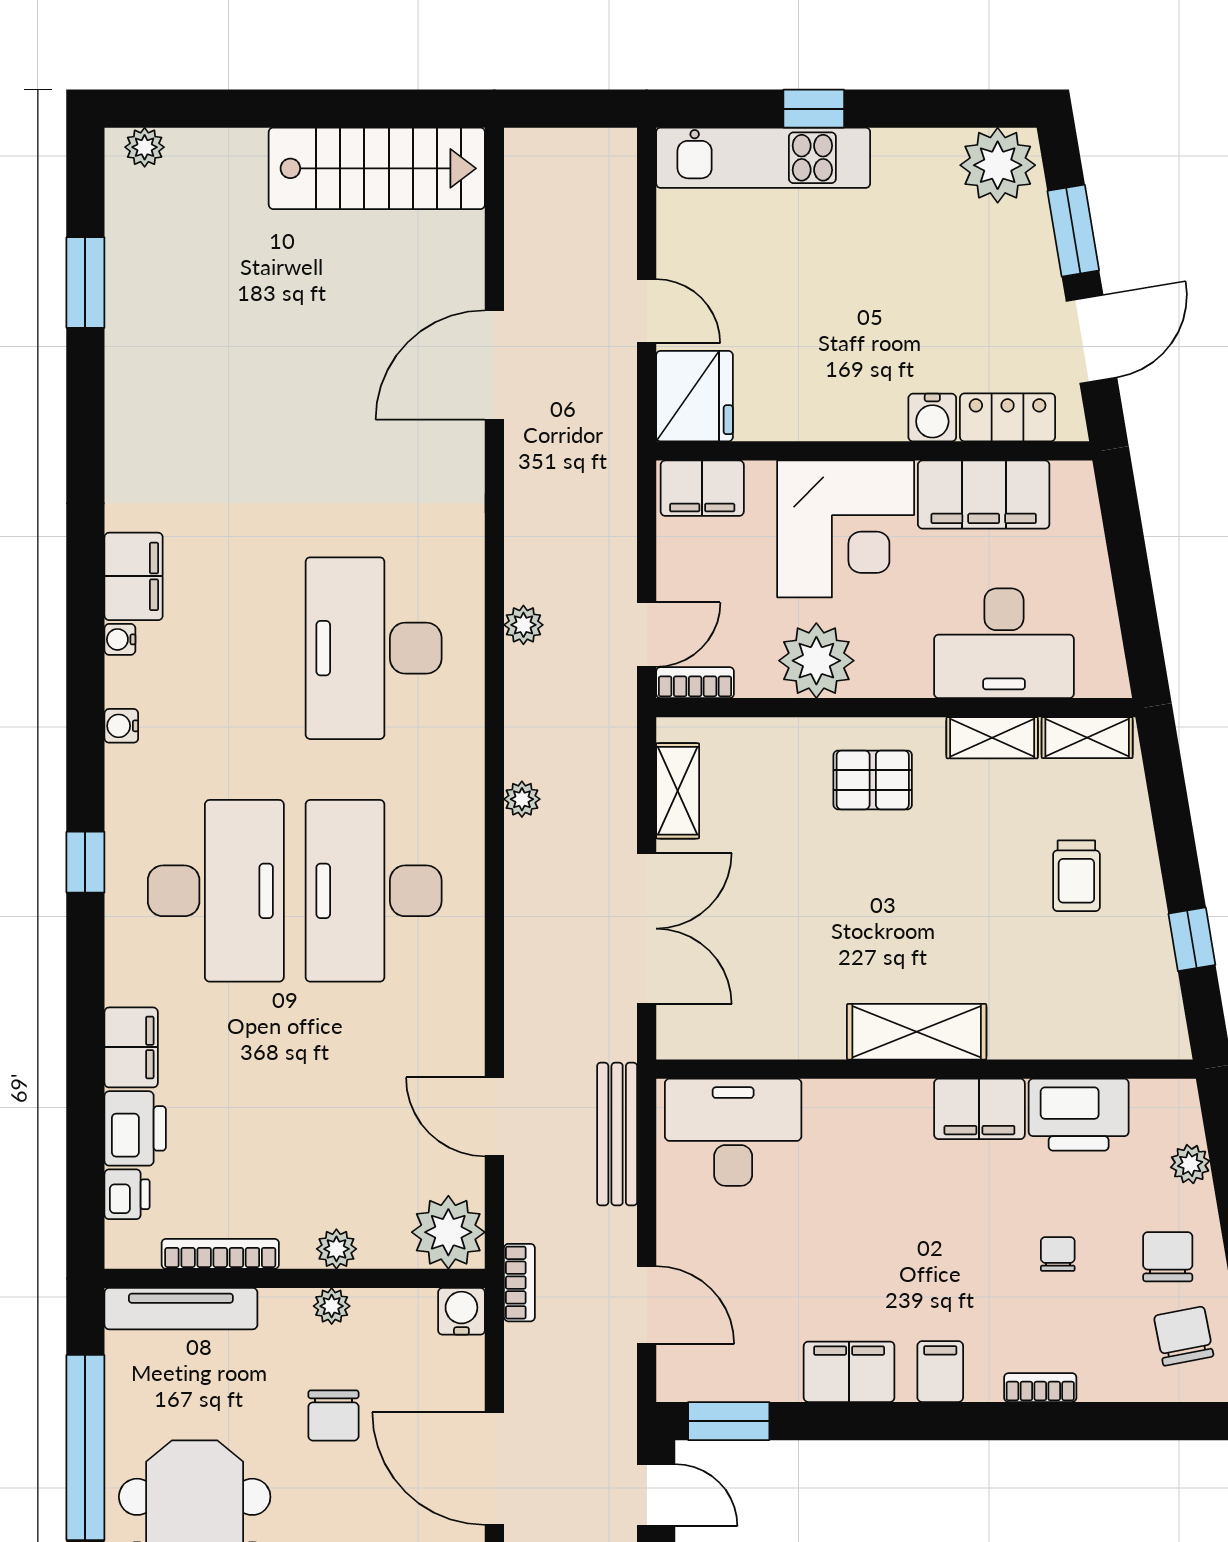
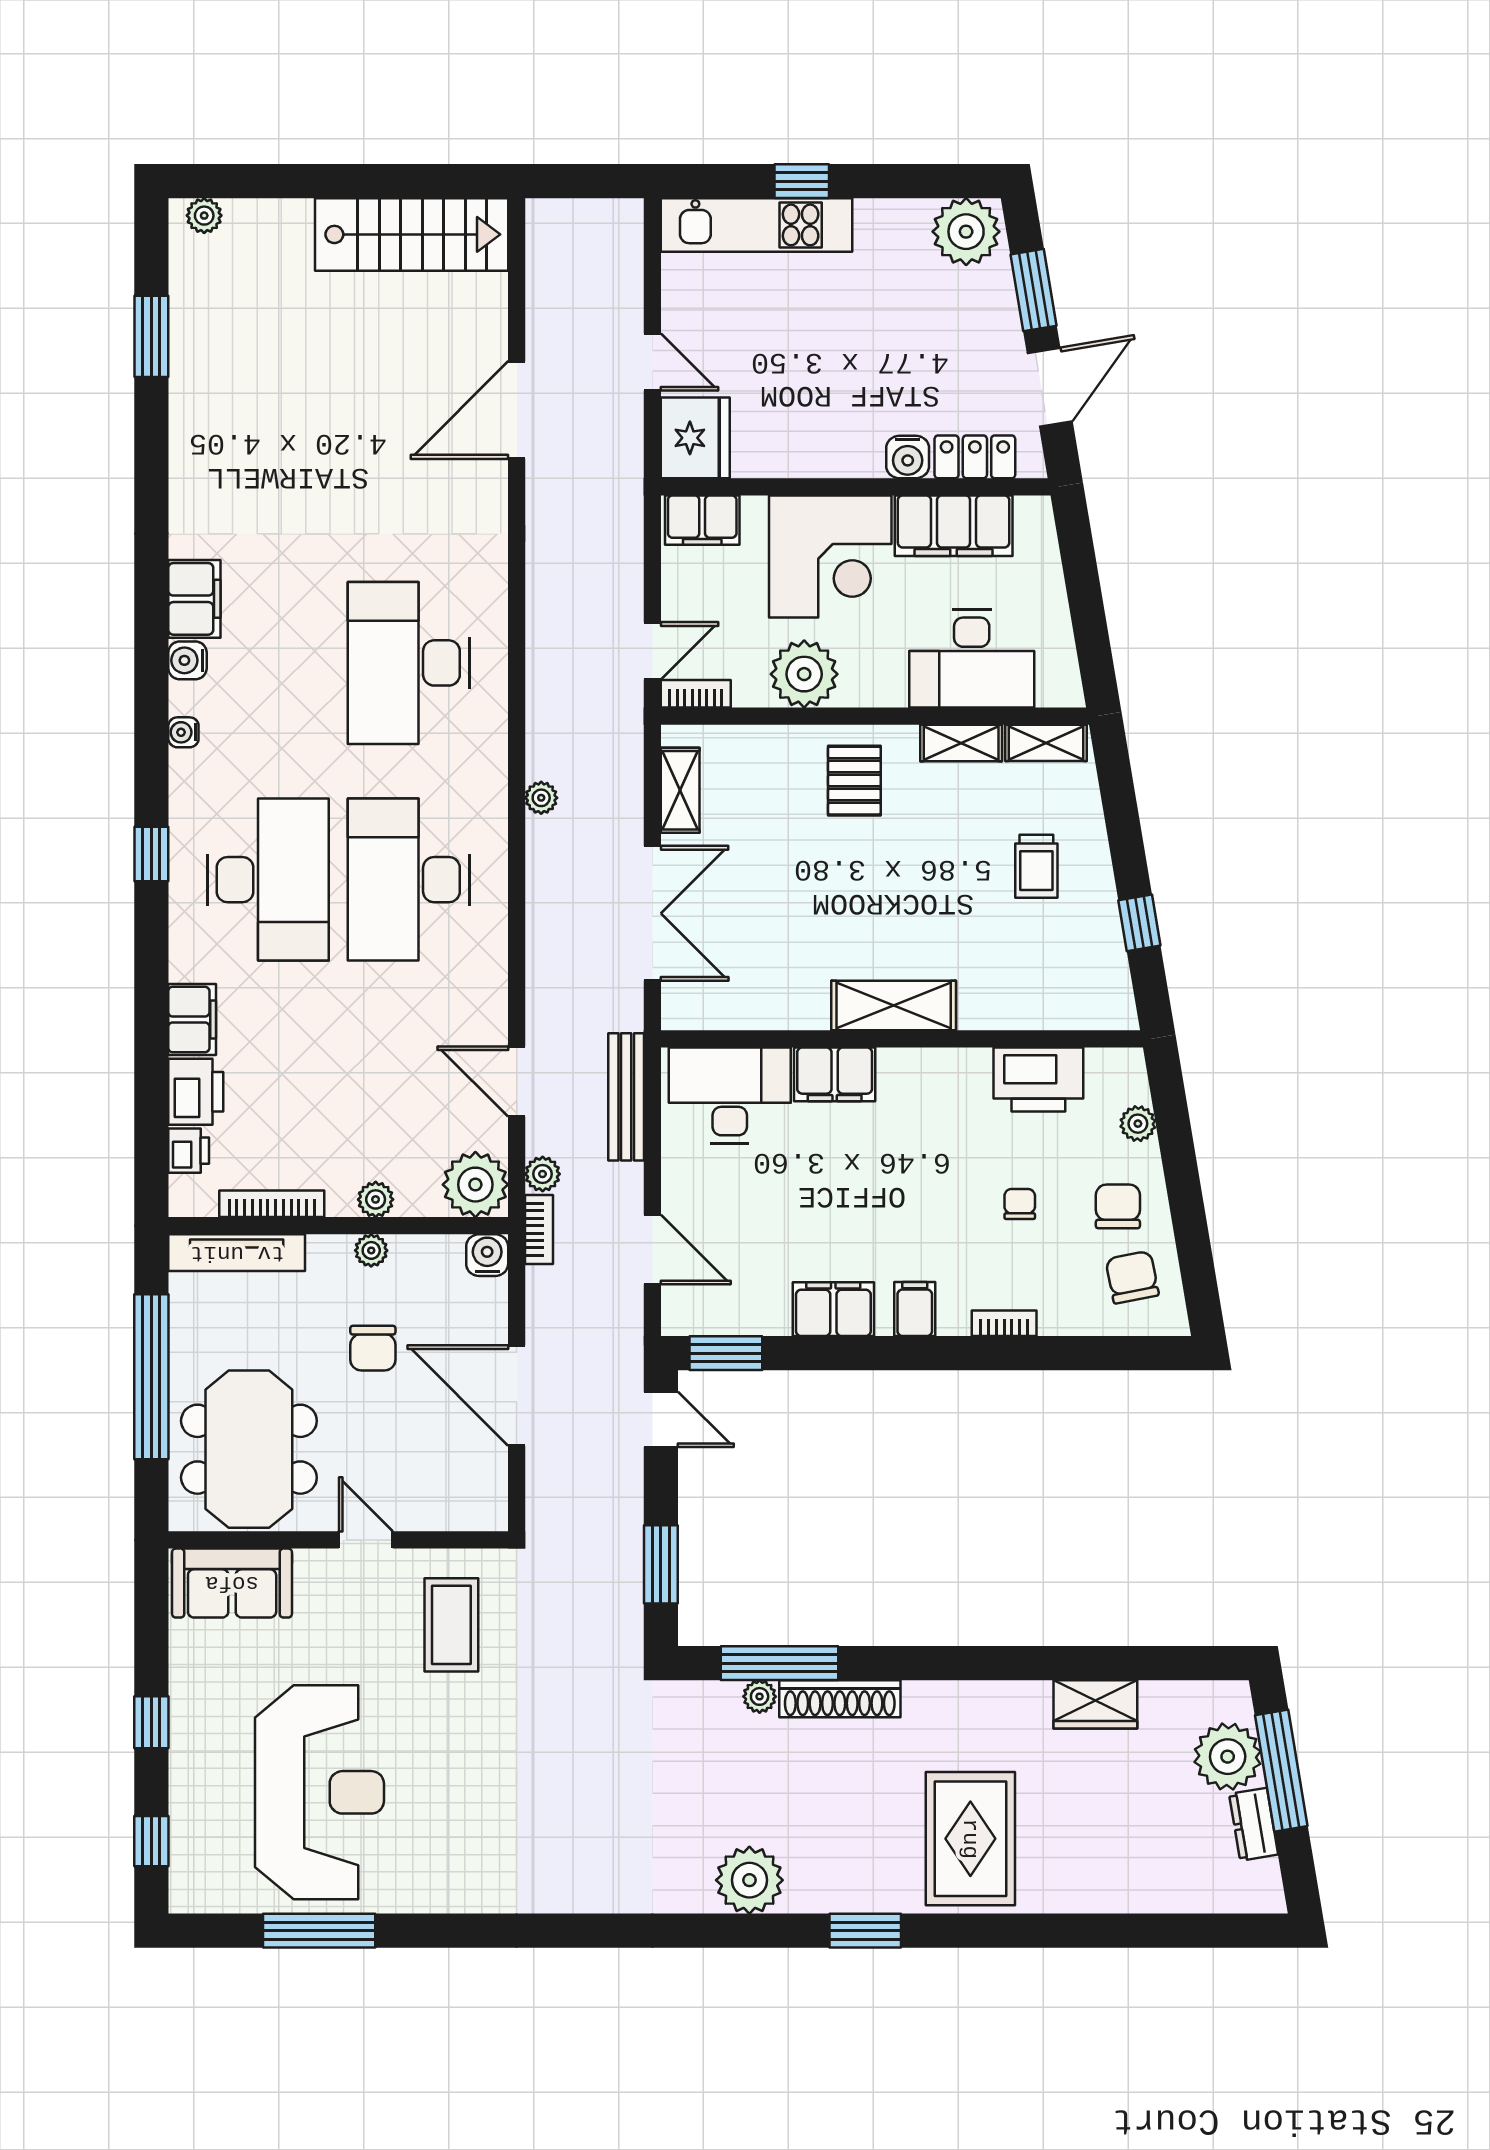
plant: (523, 625) -> (543, 1174), moved
water cooler: (120, 639) -> (187, 660), width x1.38, depth x1.38
pallet: (873, 780) -> (854, 781), turned 90
filing cabinet: (979, 1109) -> (835, 1074), moved

